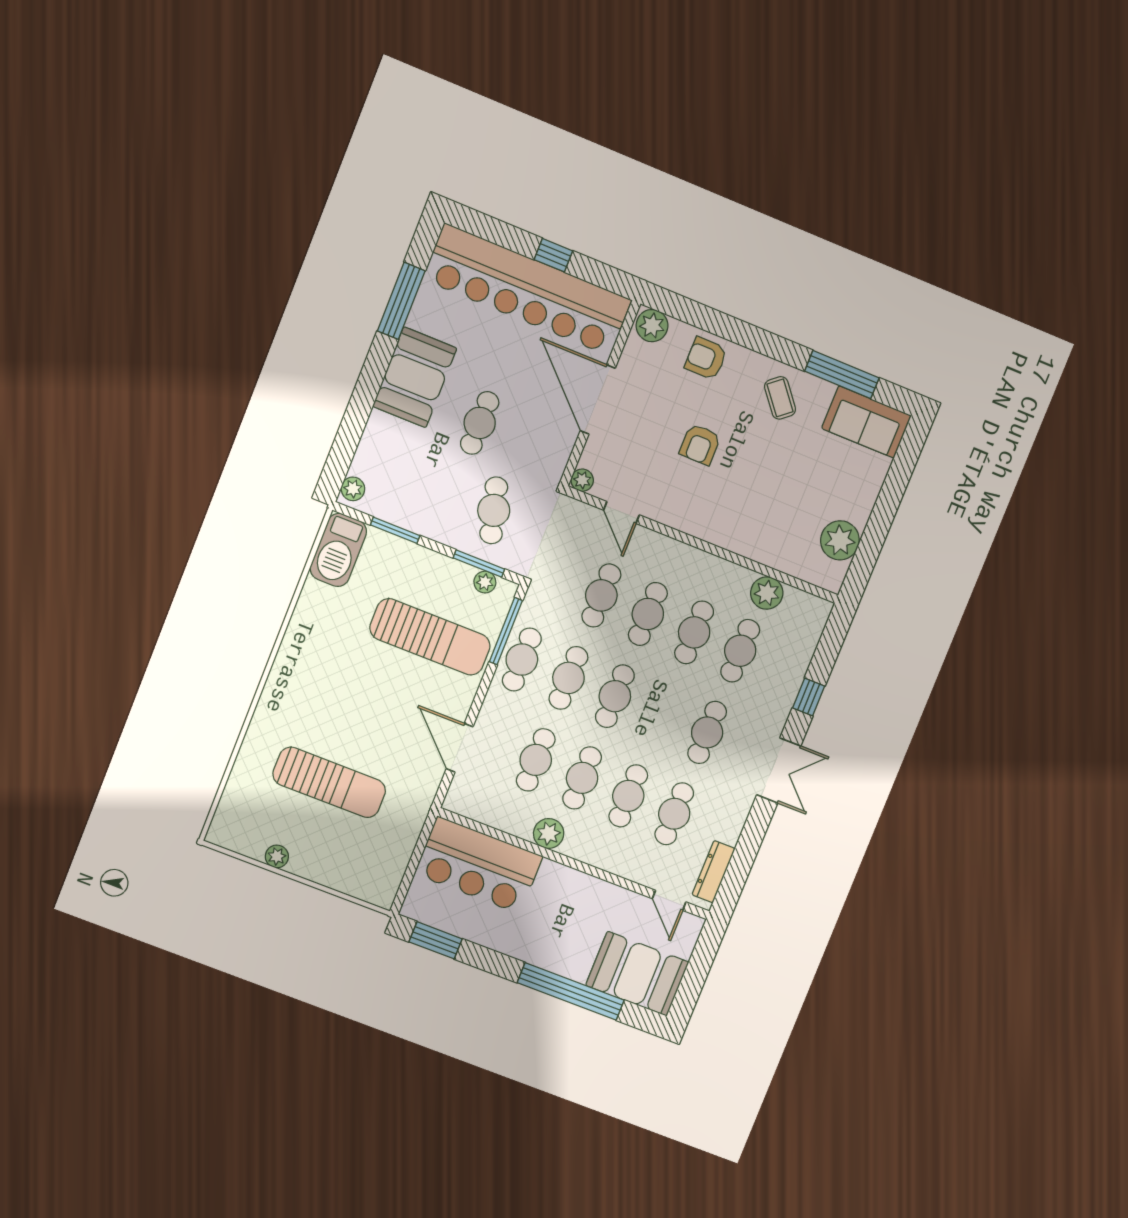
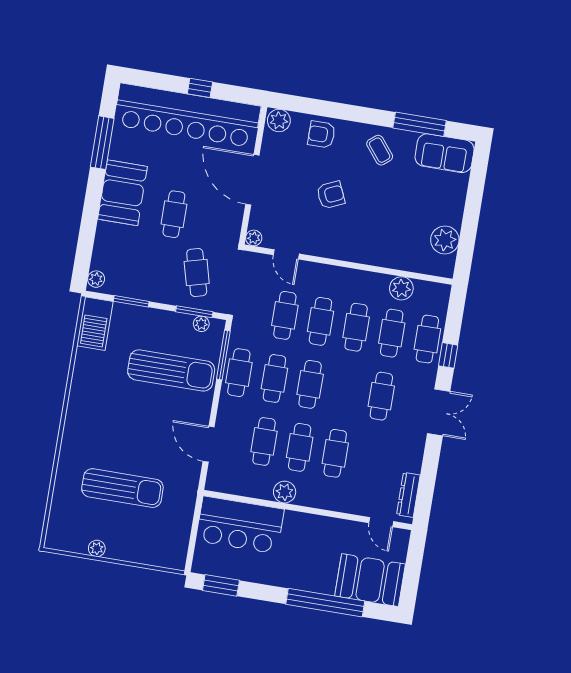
armchair: (700, 444) -> (331, 195), turned -114
cafe table: (674, 814) -> (427, 339), moved

